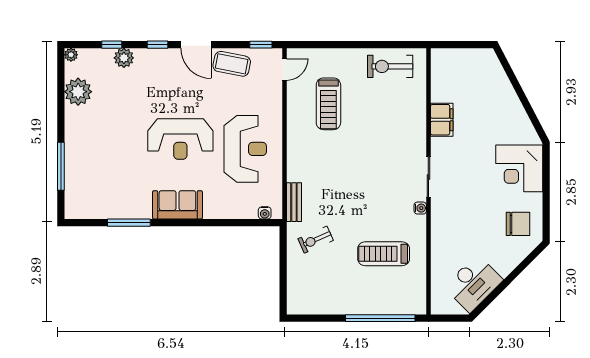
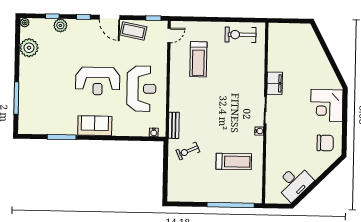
filing cabinet: (442, 120) -> (275, 83), moved
treadmill: (384, 254) -> (234, 161), turned 180

